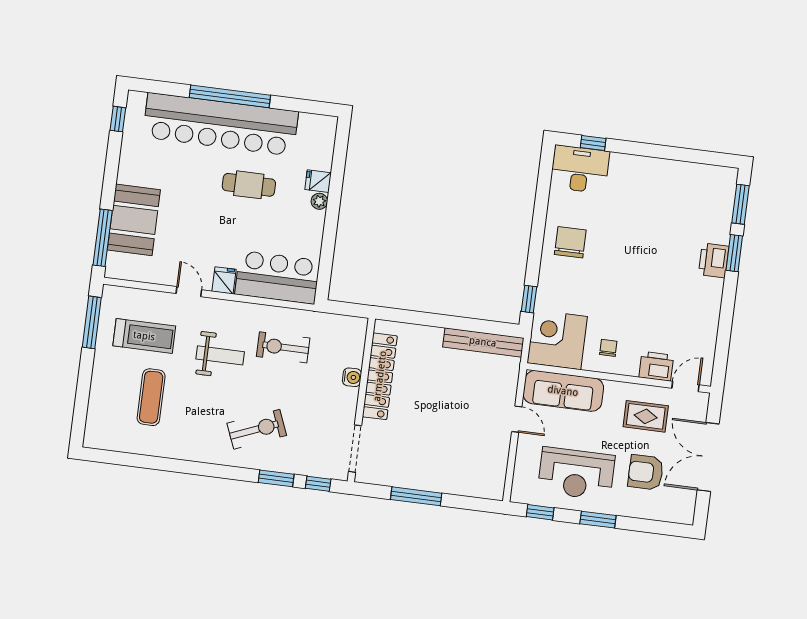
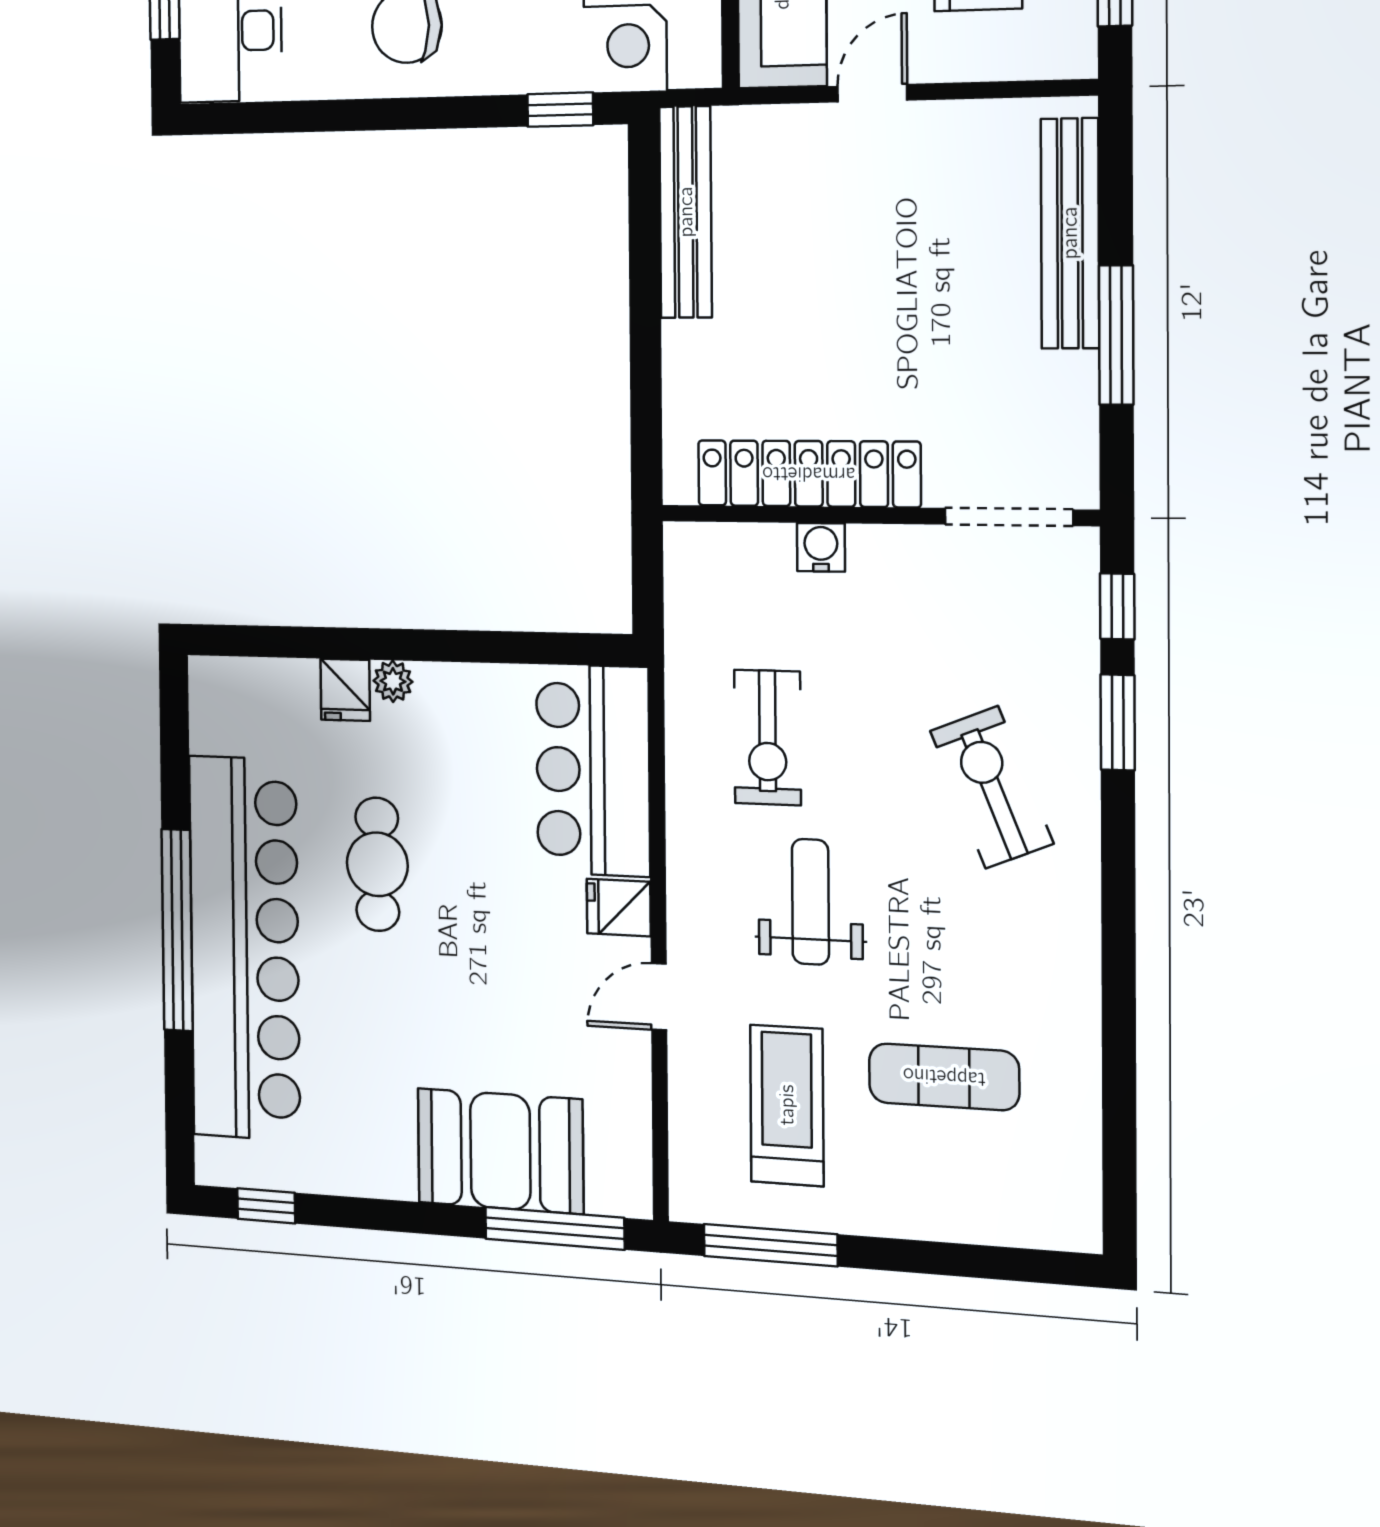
bench: (455, 485) -> (1070, 233), added

